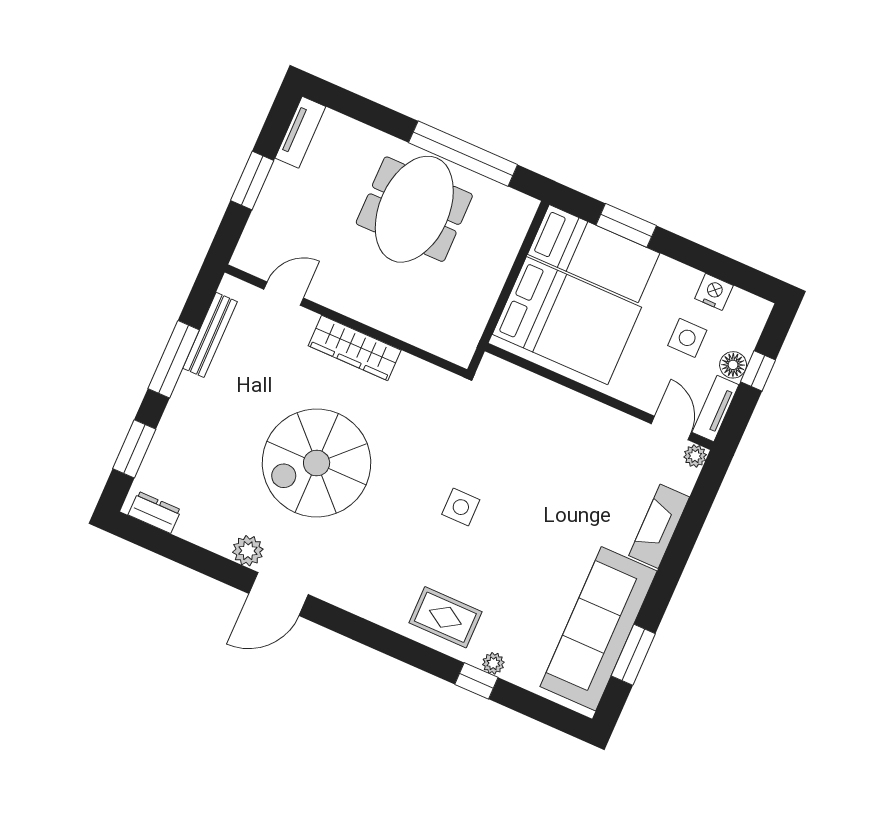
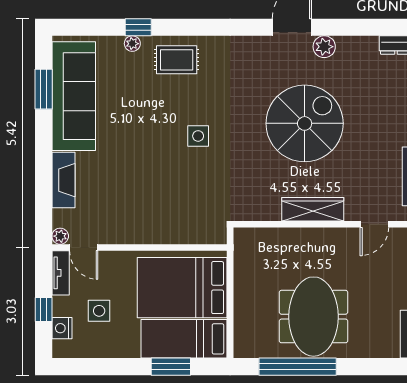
nightstand: (714, 292) -> (62, 328), moved, turned 90
floor lamp: (733, 365) -> (62, 306), removed

